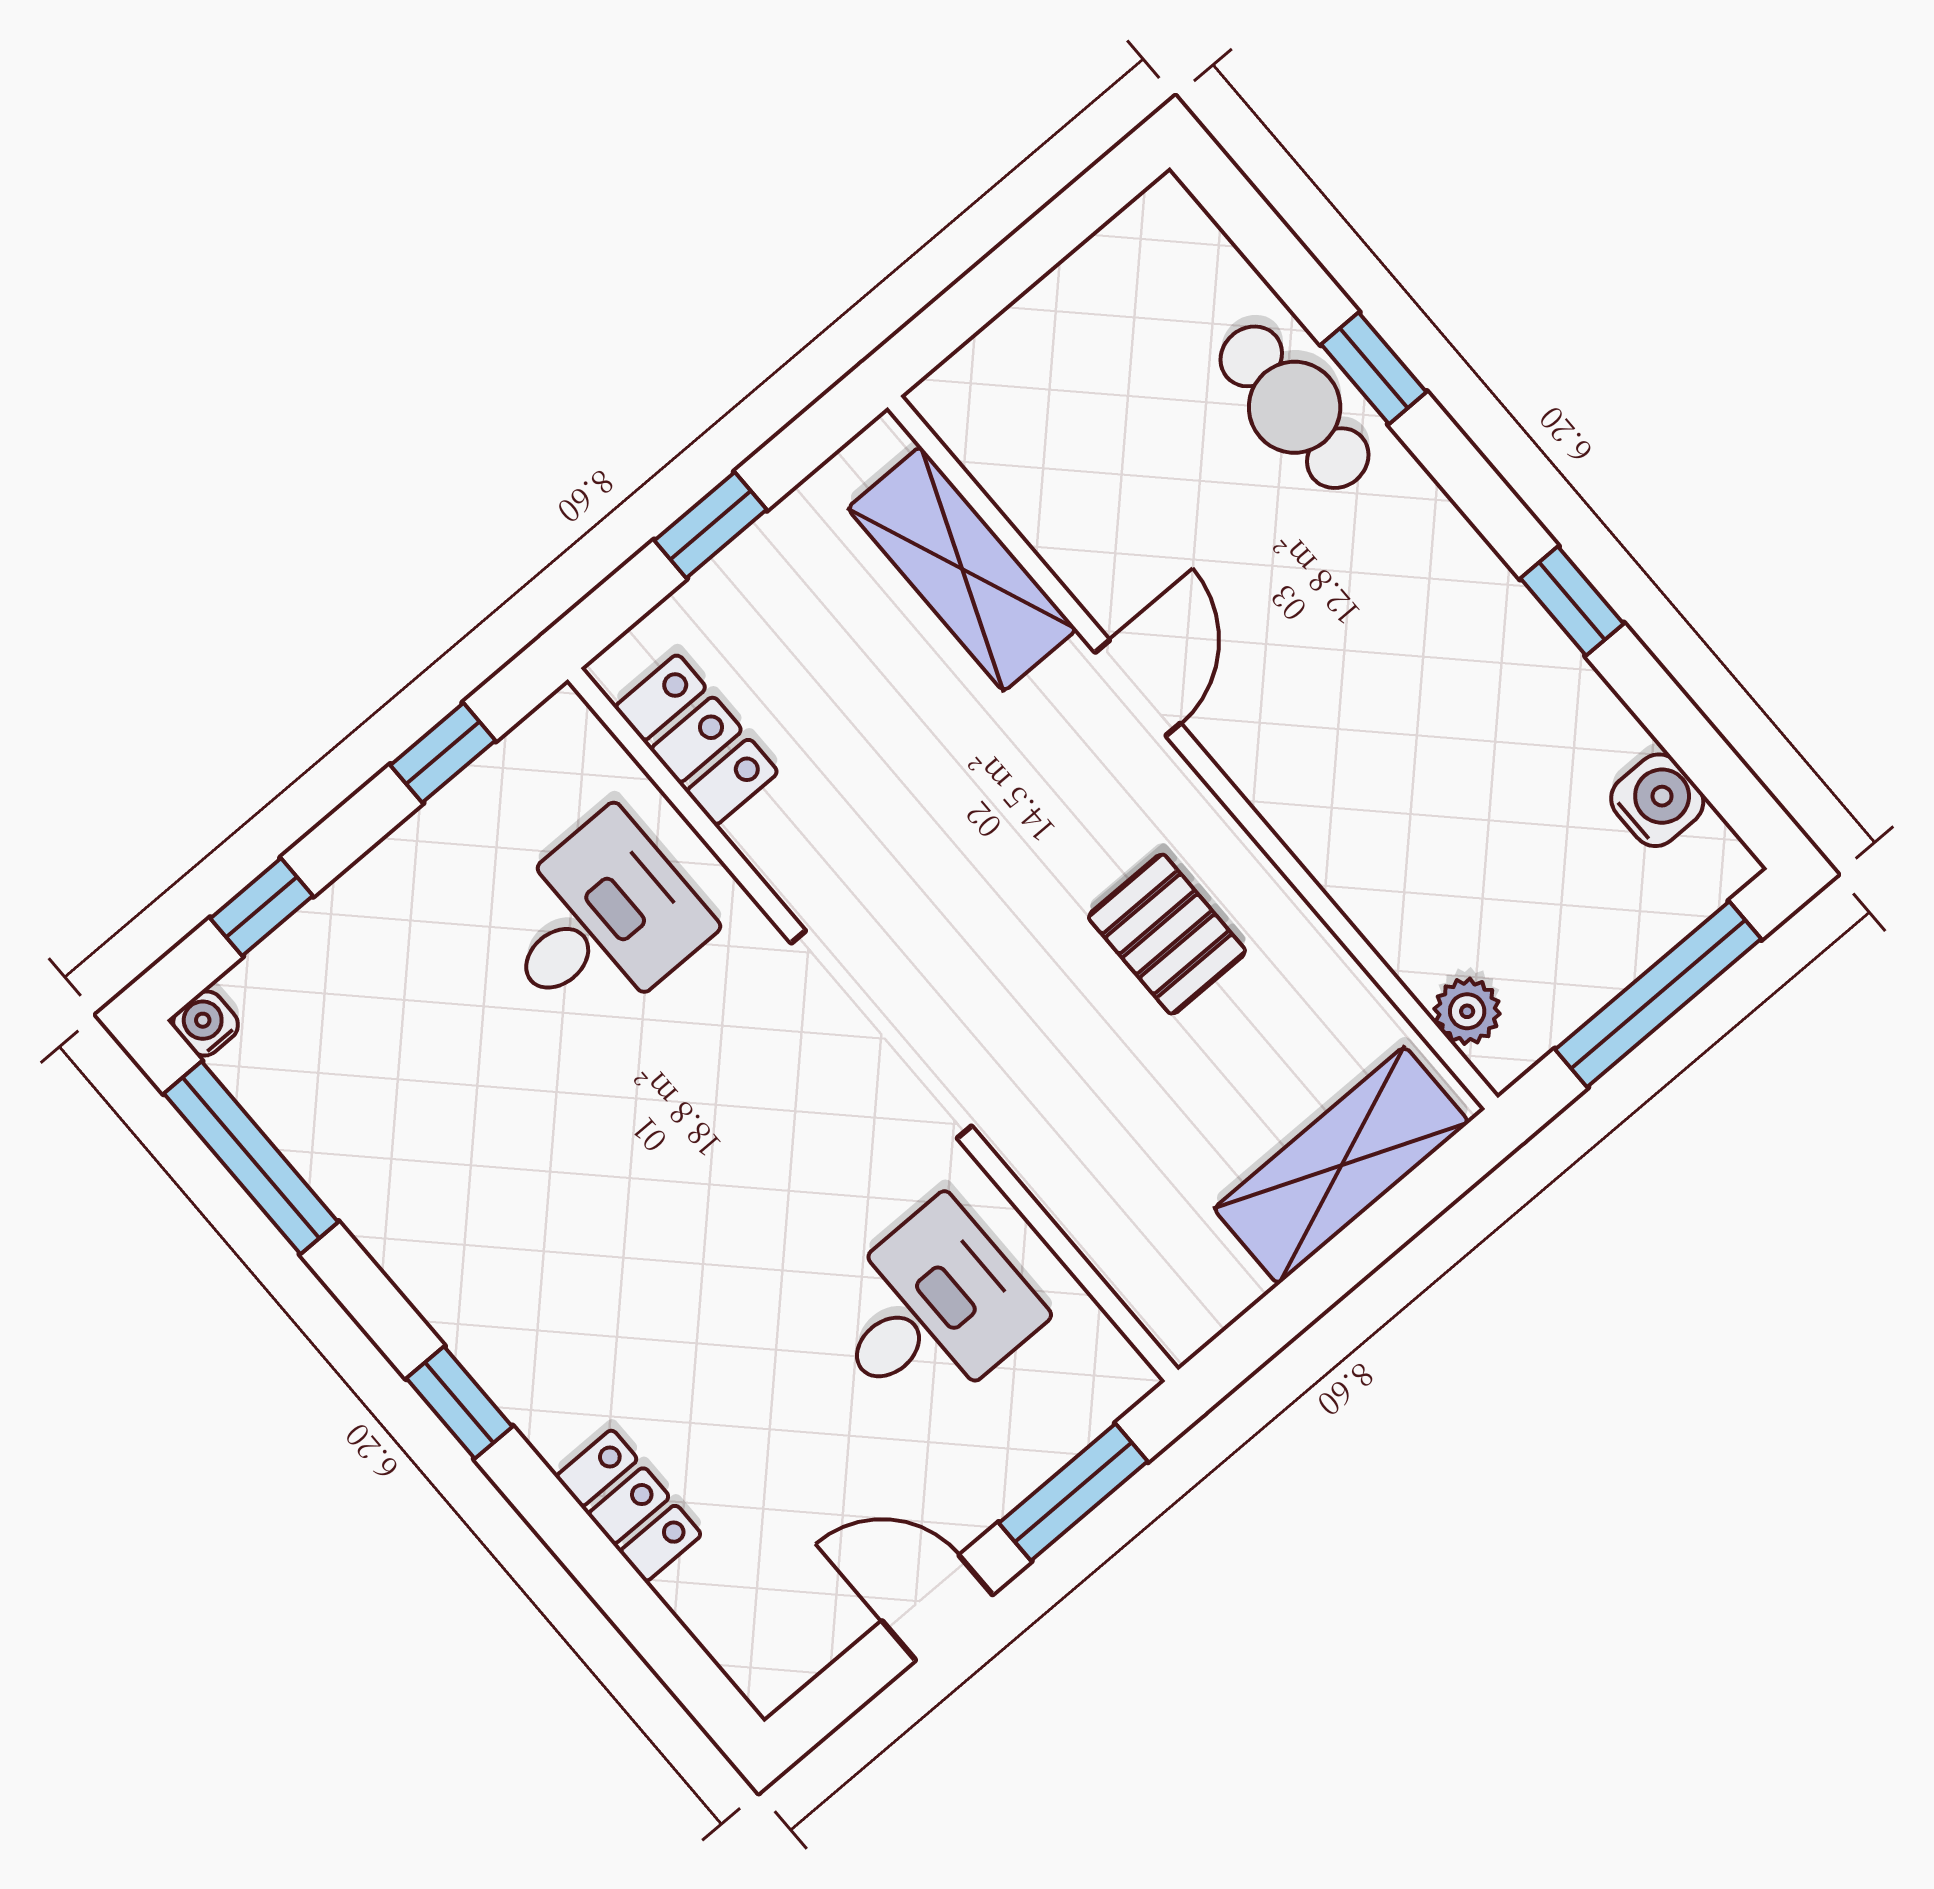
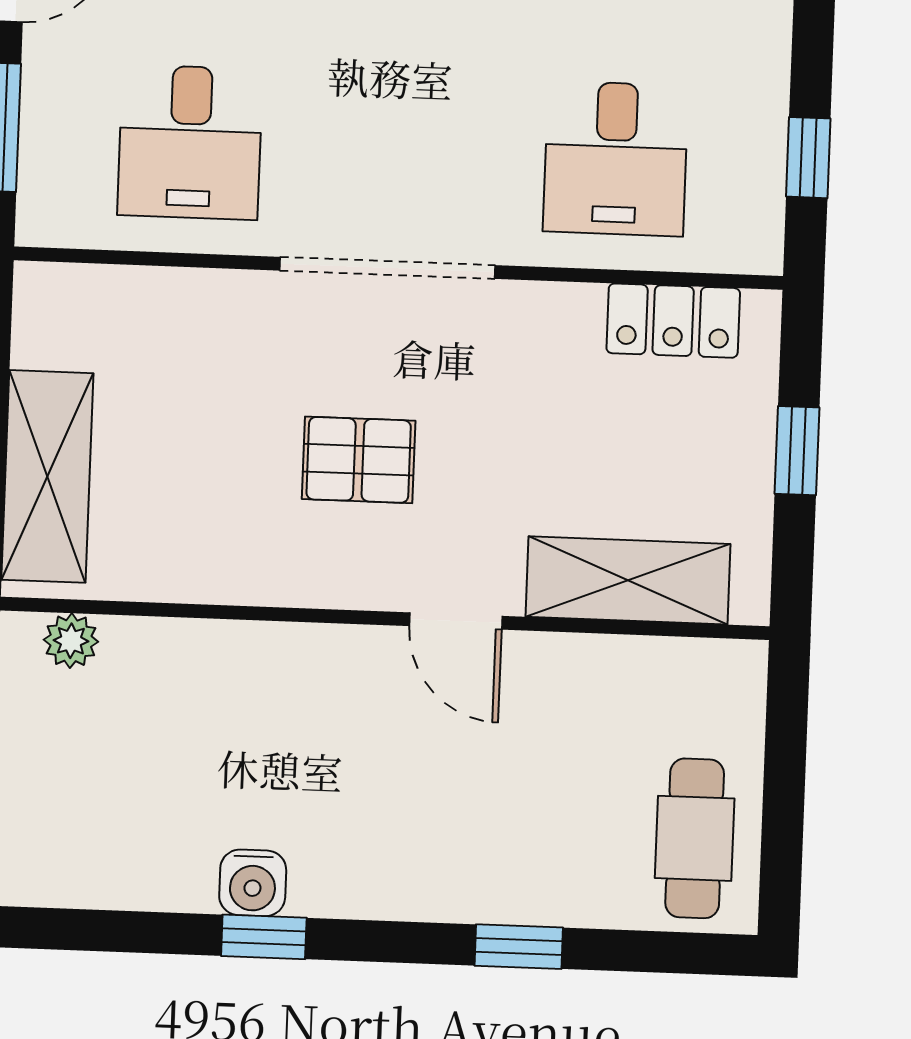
cafe table: (1295, 407) -> (695, 838), moved, turned 90
water cooler: (1657, 800) -> (253, 883), moved
pallet: (1167, 934) -> (359, 460), moved

